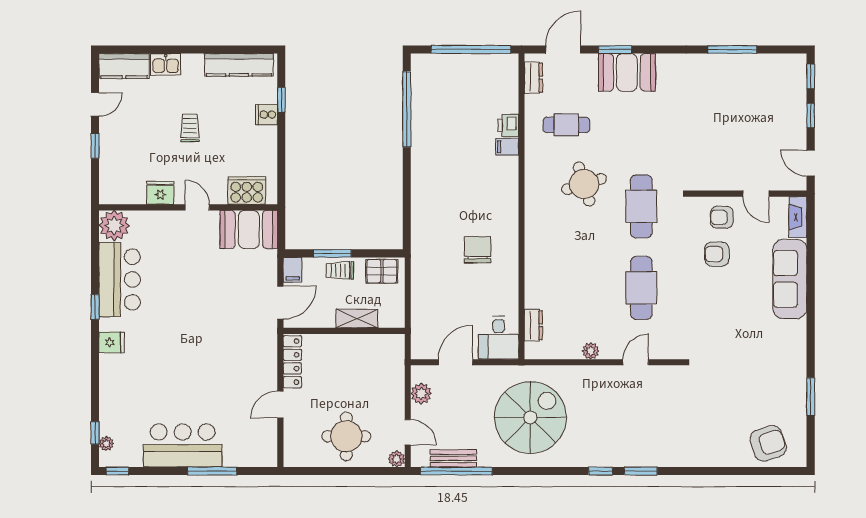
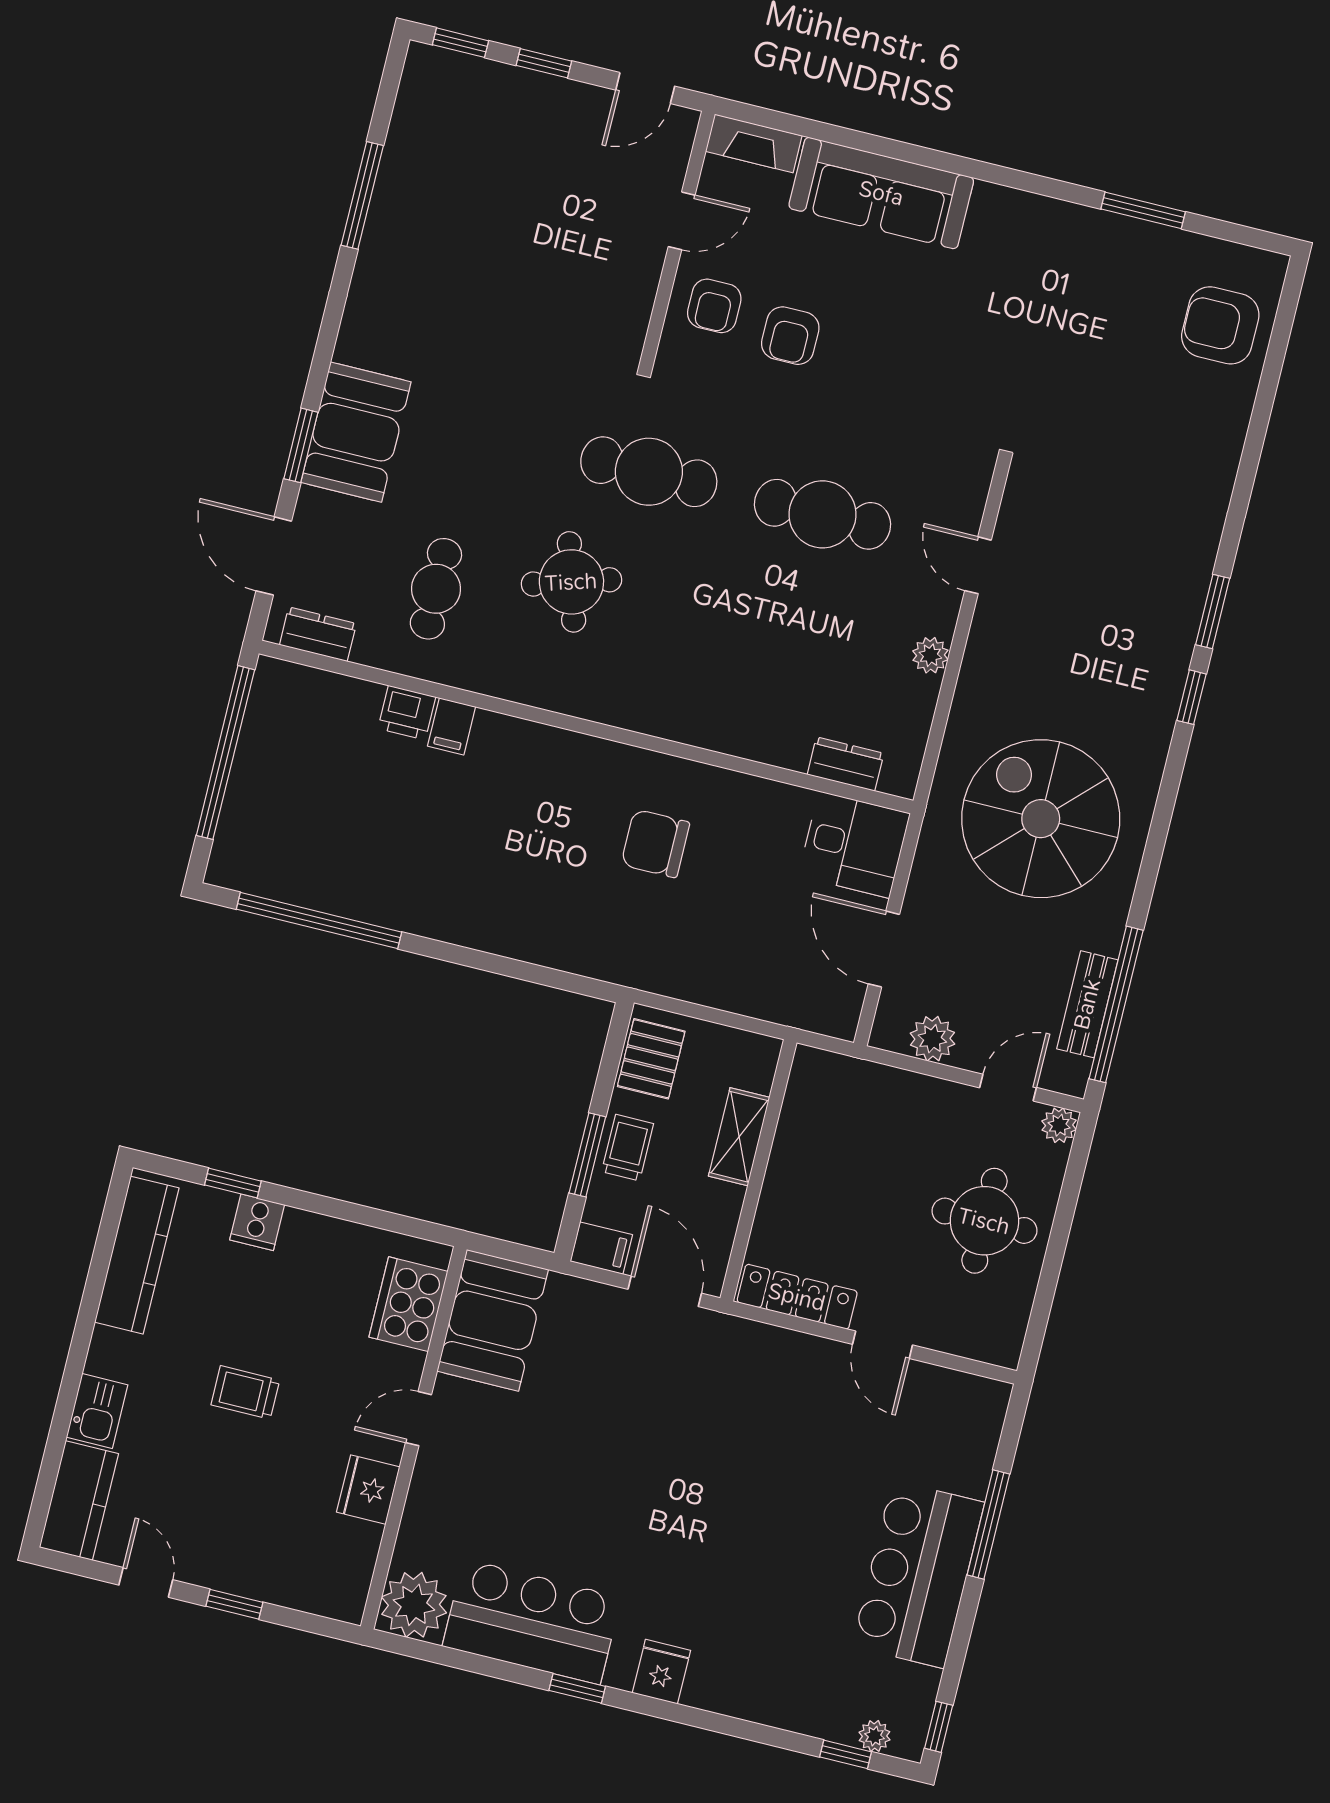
trolley: (340, 270) -> (628, 1148), turned 180
armchair: (768, 443) -> (1220, 325), turned -72

